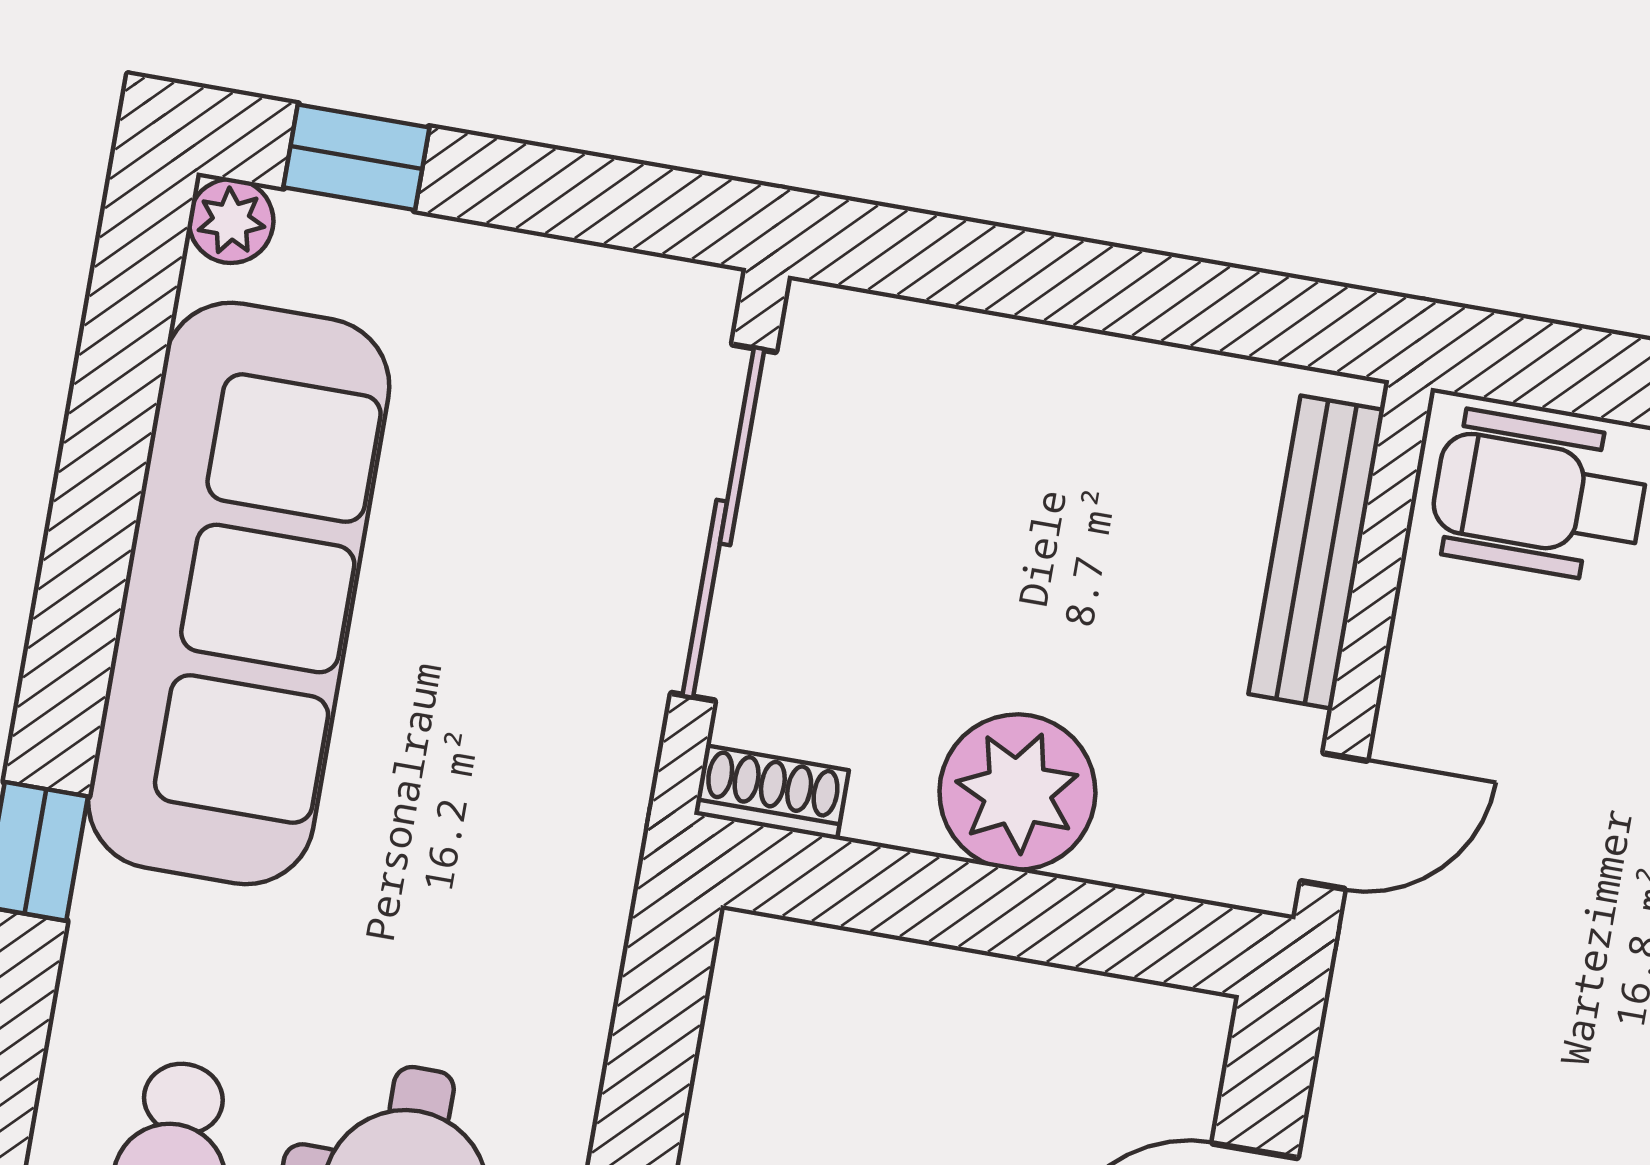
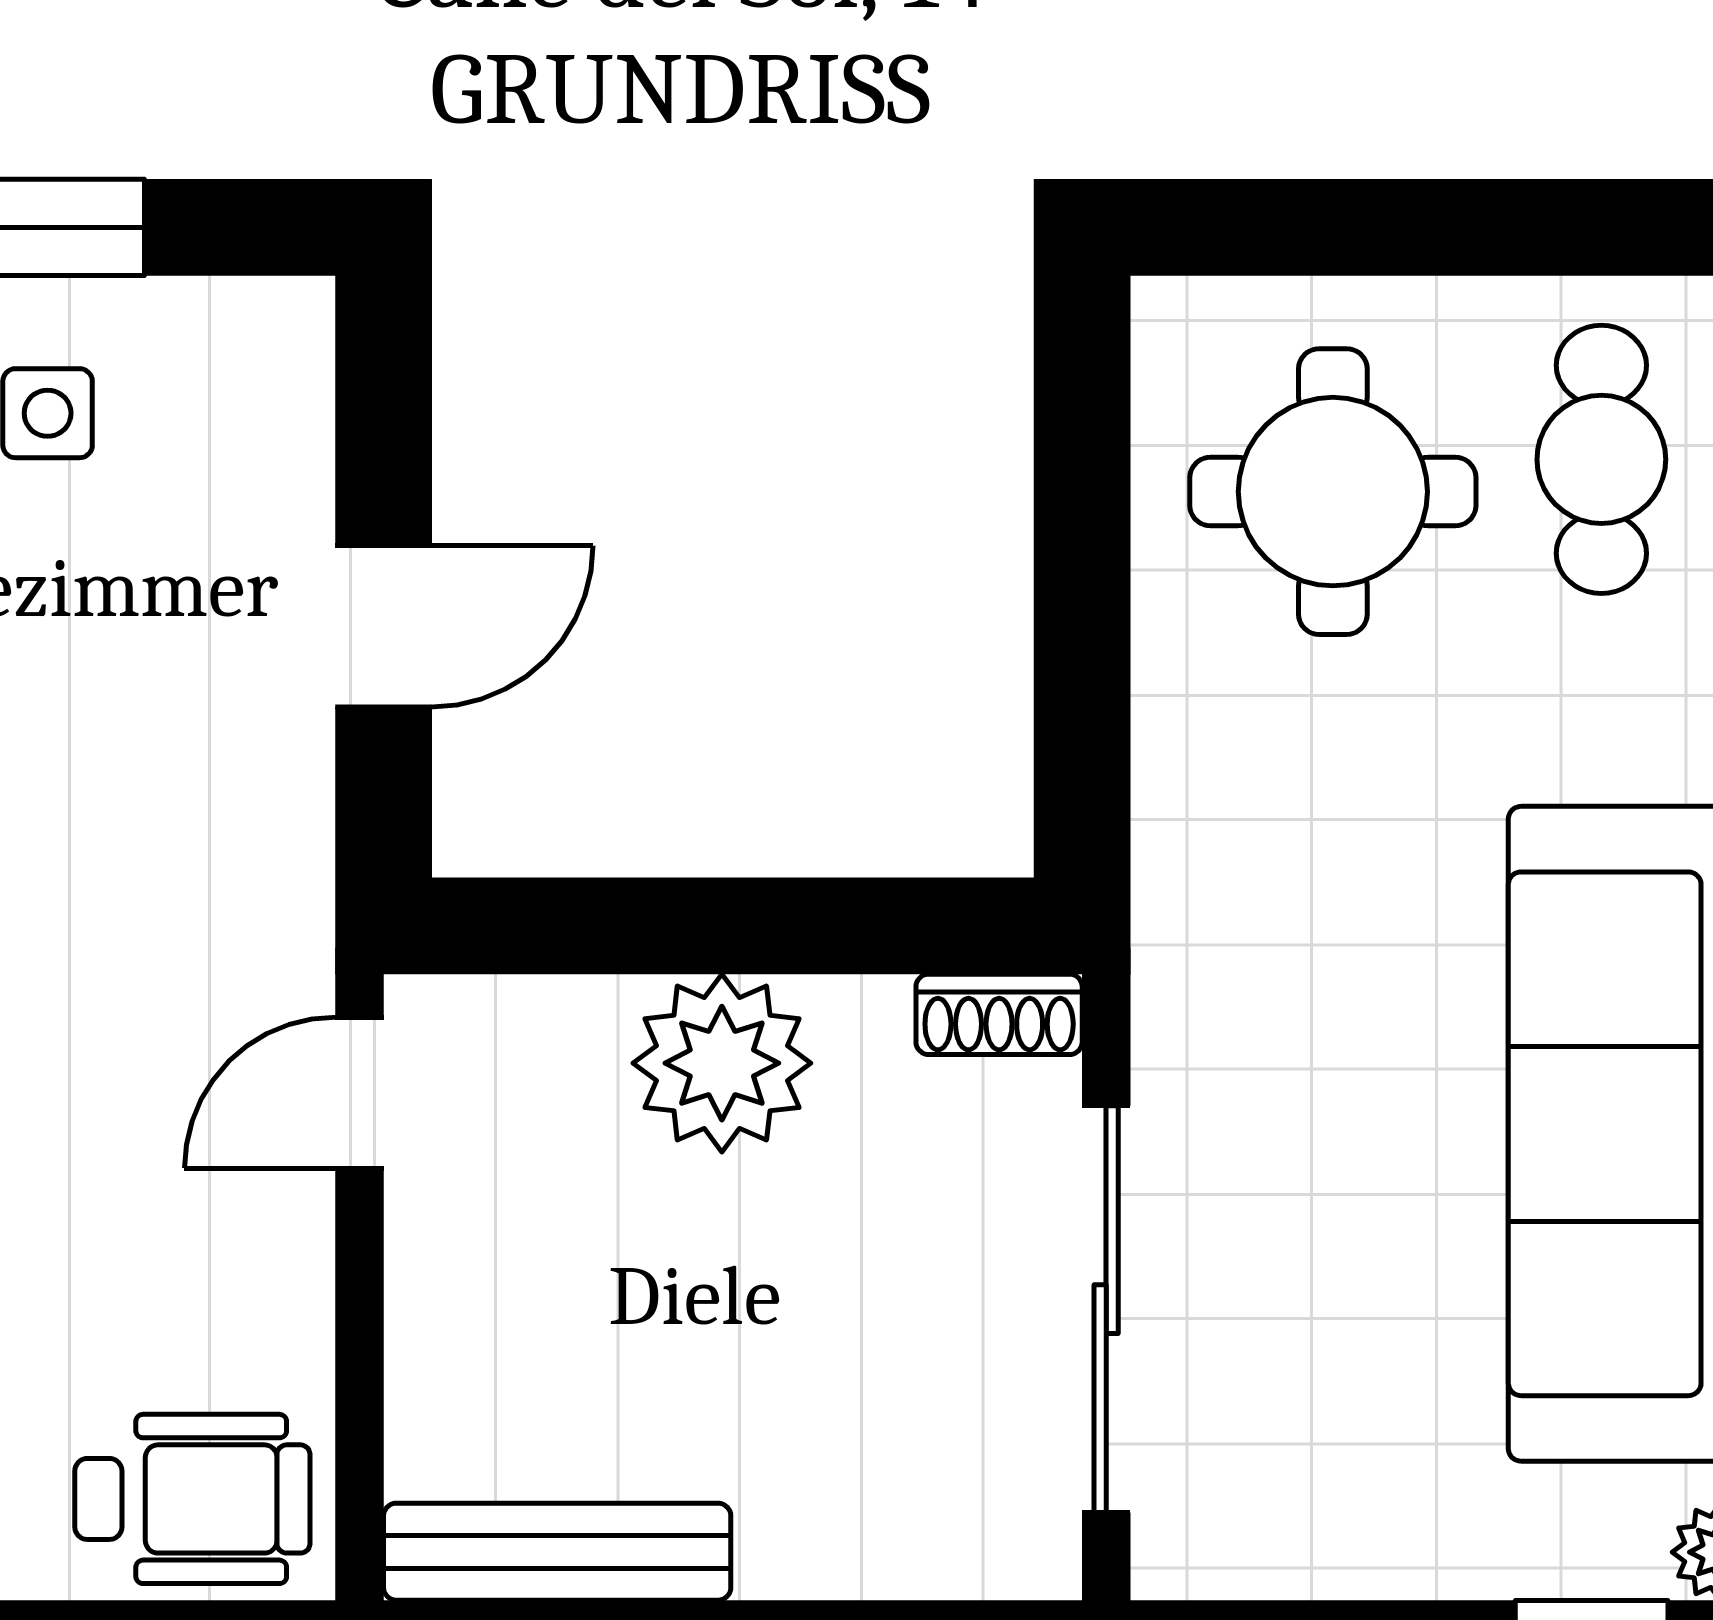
bench: (1316, 552) -> (557, 1552), moved, turned 90

